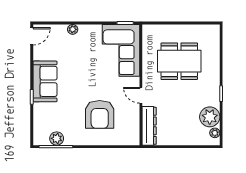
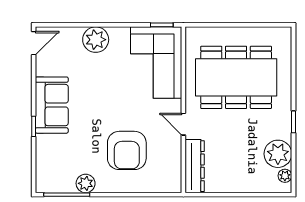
plant: (73, 29) -> (96, 40), width x1.88, depth x1.88
dining table: (179, 61) -> (236, 77), width x1.36, depth x1.24
plant: (57, 138) -> (86, 183), moved

